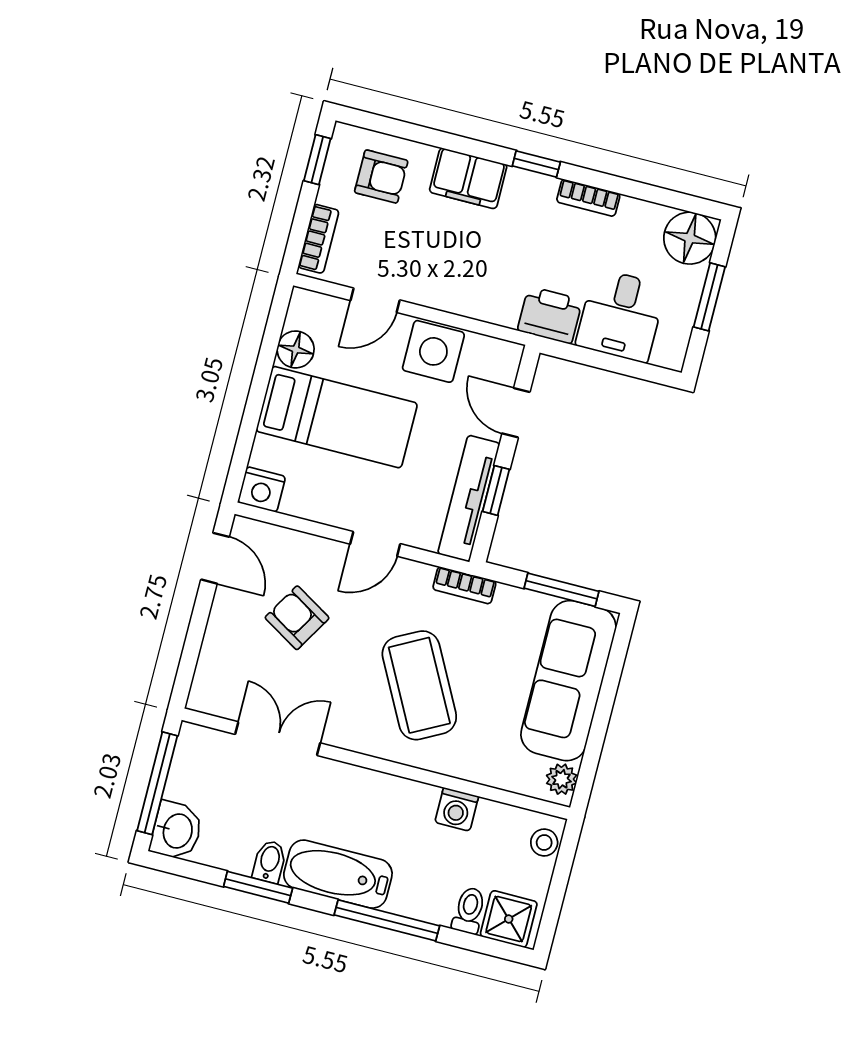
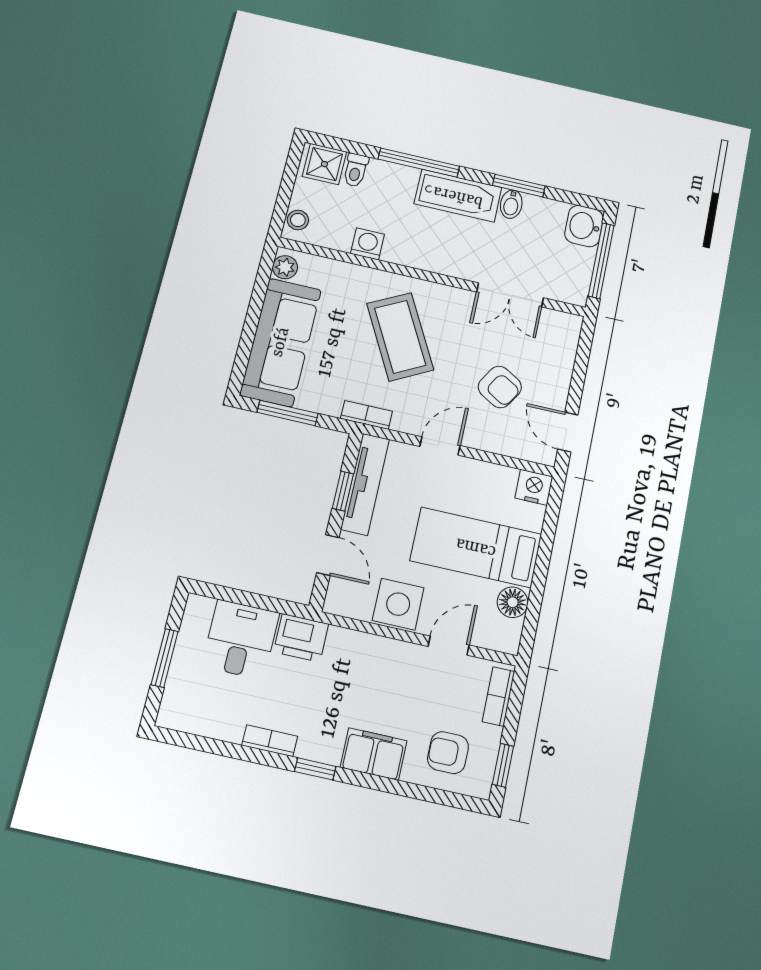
floor lamp: (690, 238) -> (182, 708), removed

